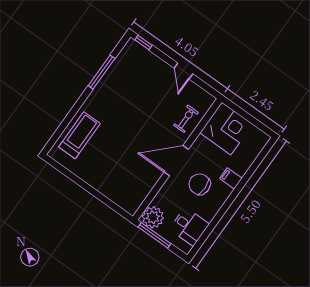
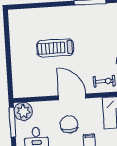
treadmill: (79, 135) -> (55, 48), moved, turned 180

